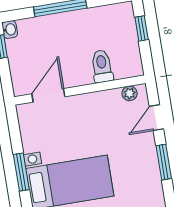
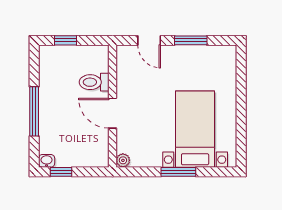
plant: (130, 93) -> (123, 160), moved
door: (48, 95) -> (112, 113), moved

